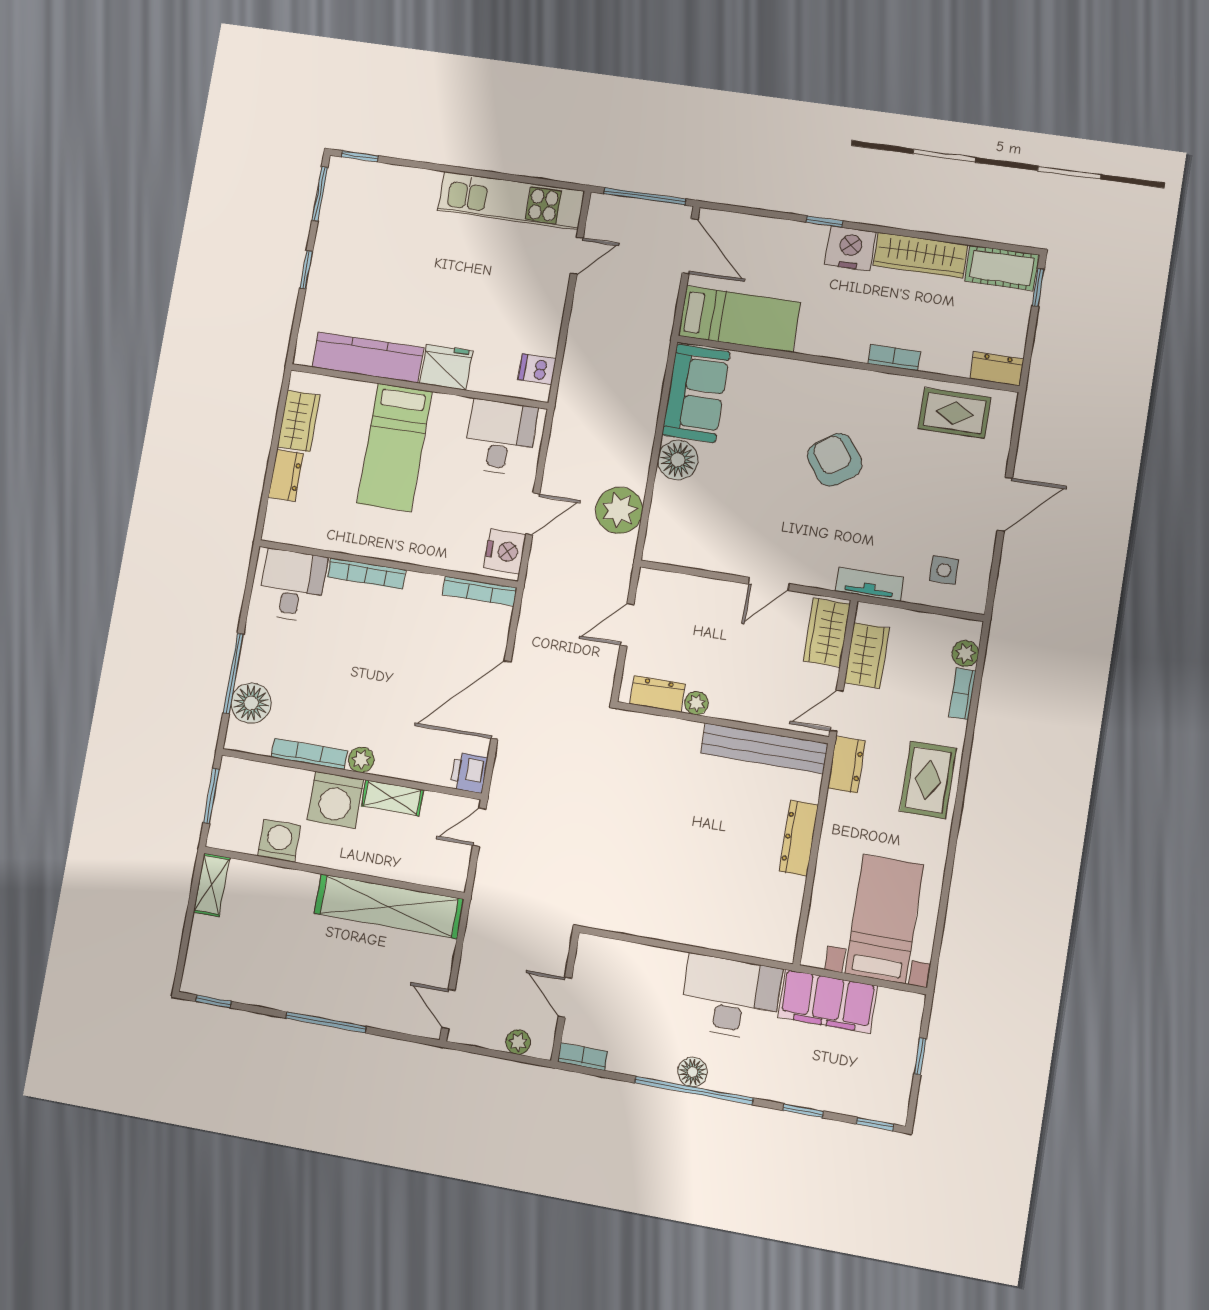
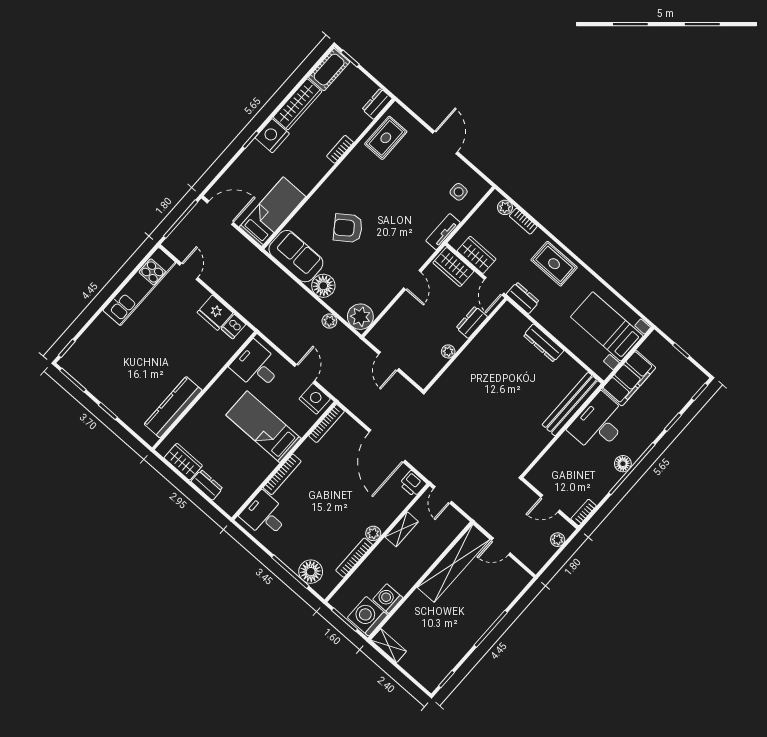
fridge: (446, 367) -> (215, 313), moved, turned -90
bed: (395, 447) -> (263, 427), moved, turned 180
armchair: (835, 460) -> (348, 228), moved
plant: (619, 510) -> (329, 321), width x0.53, depth x0.53
plant: (666, 542) -> (360, 317), added
dresser: (657, 694) -> (472, 322), moved
bench: (764, 748) -> (572, 404), moved
washing machine: (335, 800) -> (367, 616), moved, turned 180
door: (448, 1009) -> (501, 547), moved

